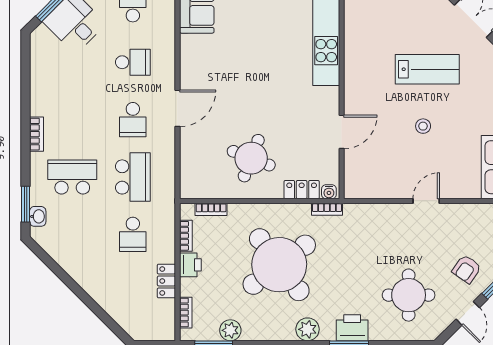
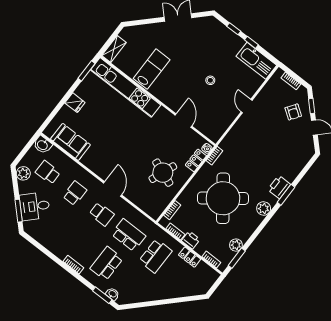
lab bench: (427, 69) -> (152, 69), moved
school desk: (133, 234) -> (155, 256), width x1.85
round table: (409, 295) -> (284, 149), removed

